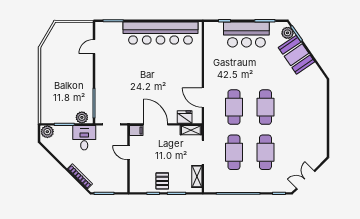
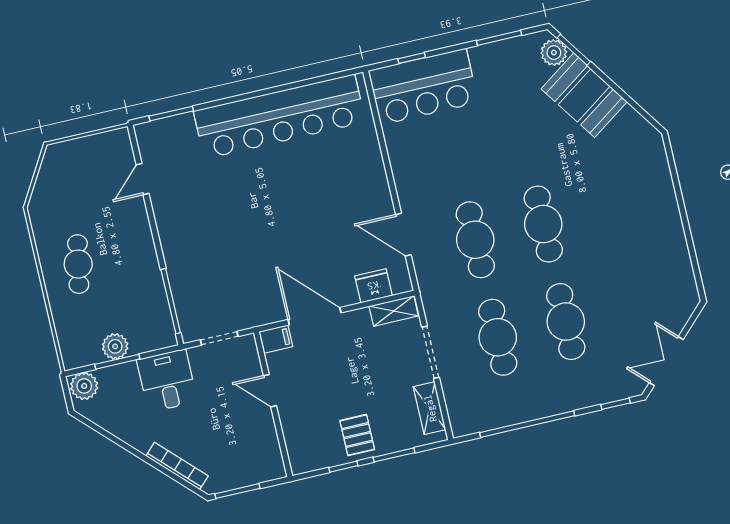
bar counter: (246, 35) -> (423, 87), moved
cafe table: (57, 78) -> (78, 264), added
plant: (82, 117) -> (115, 346), moved

